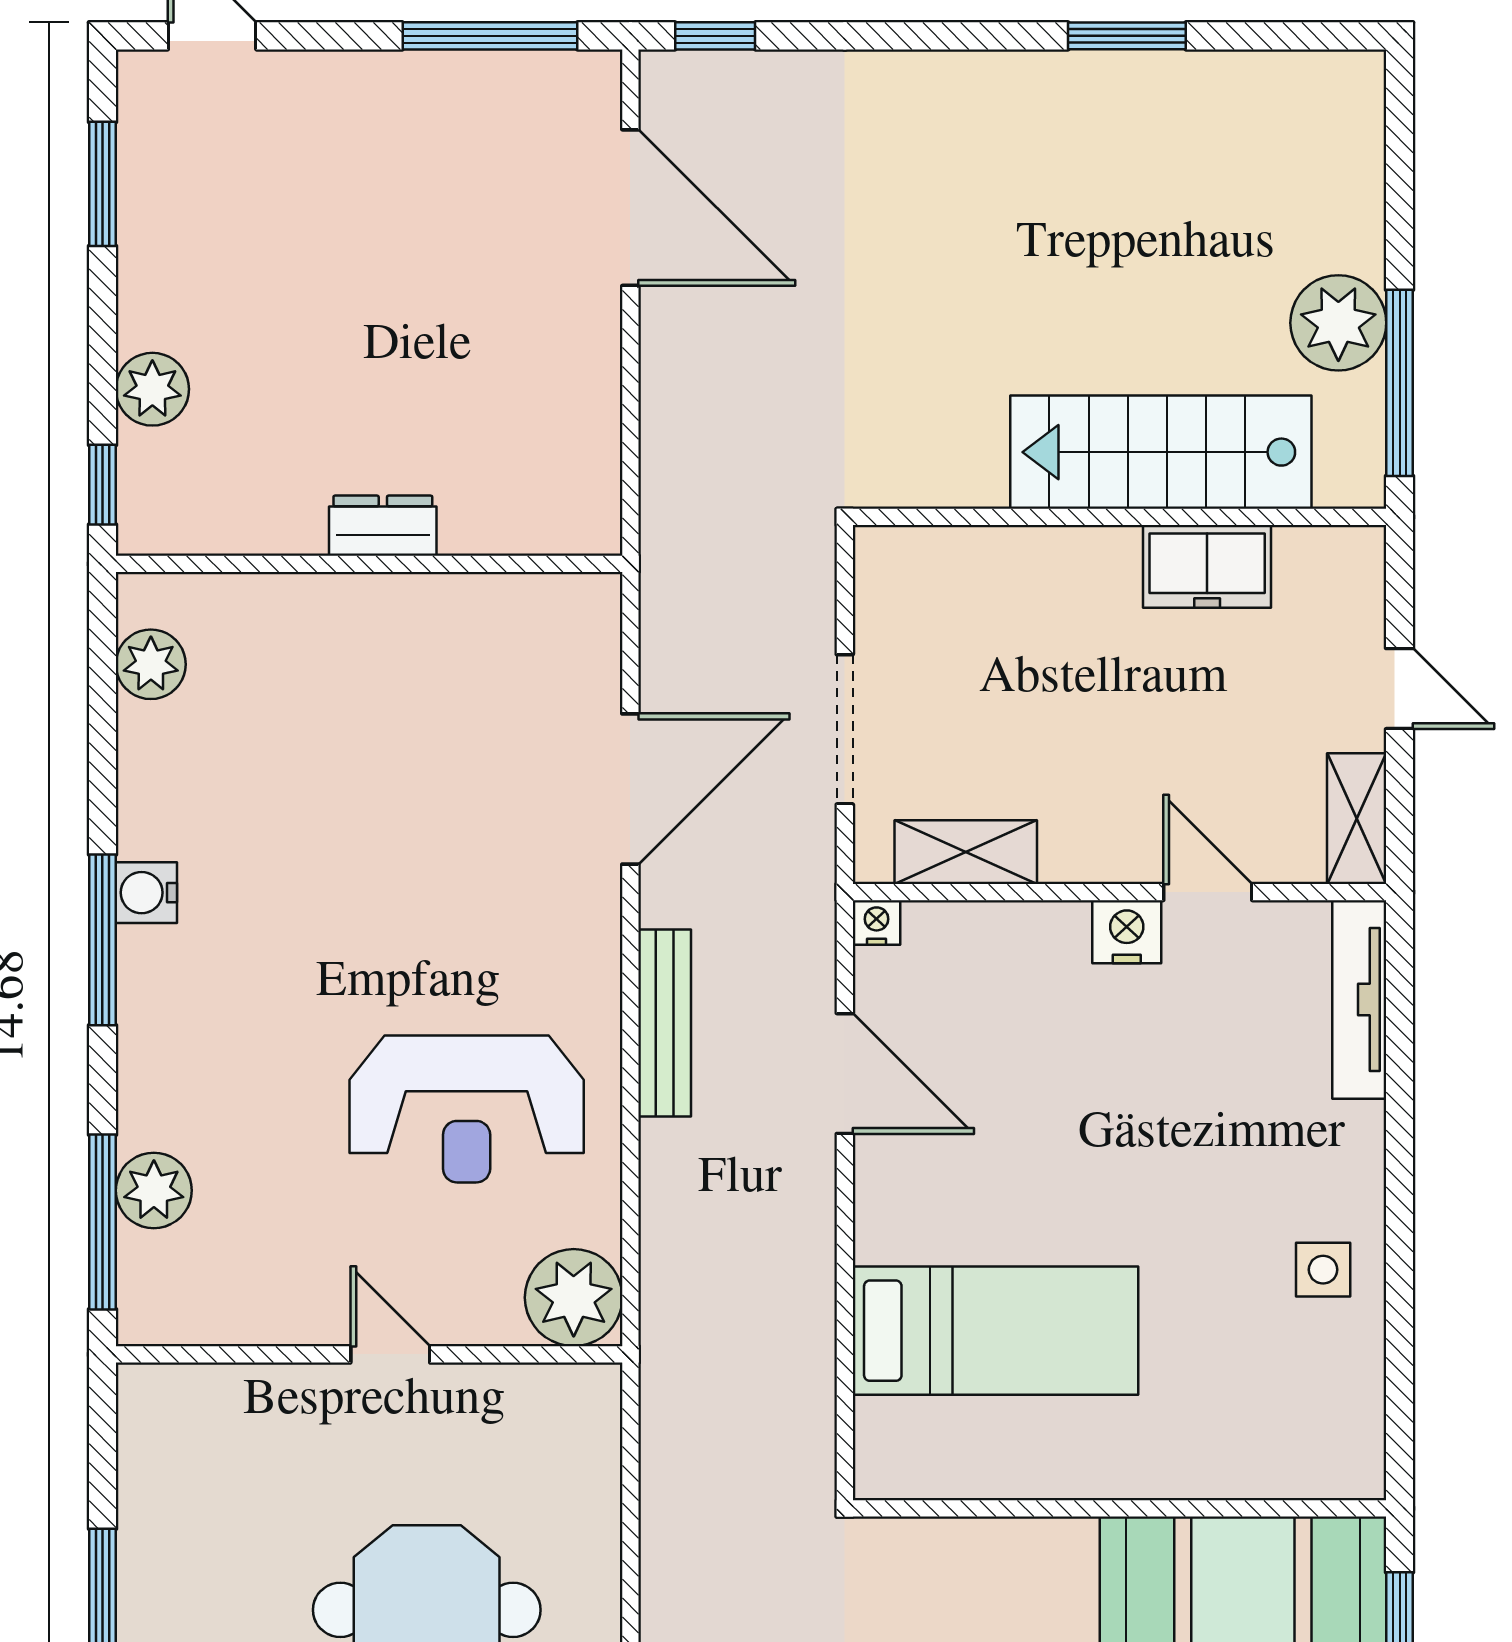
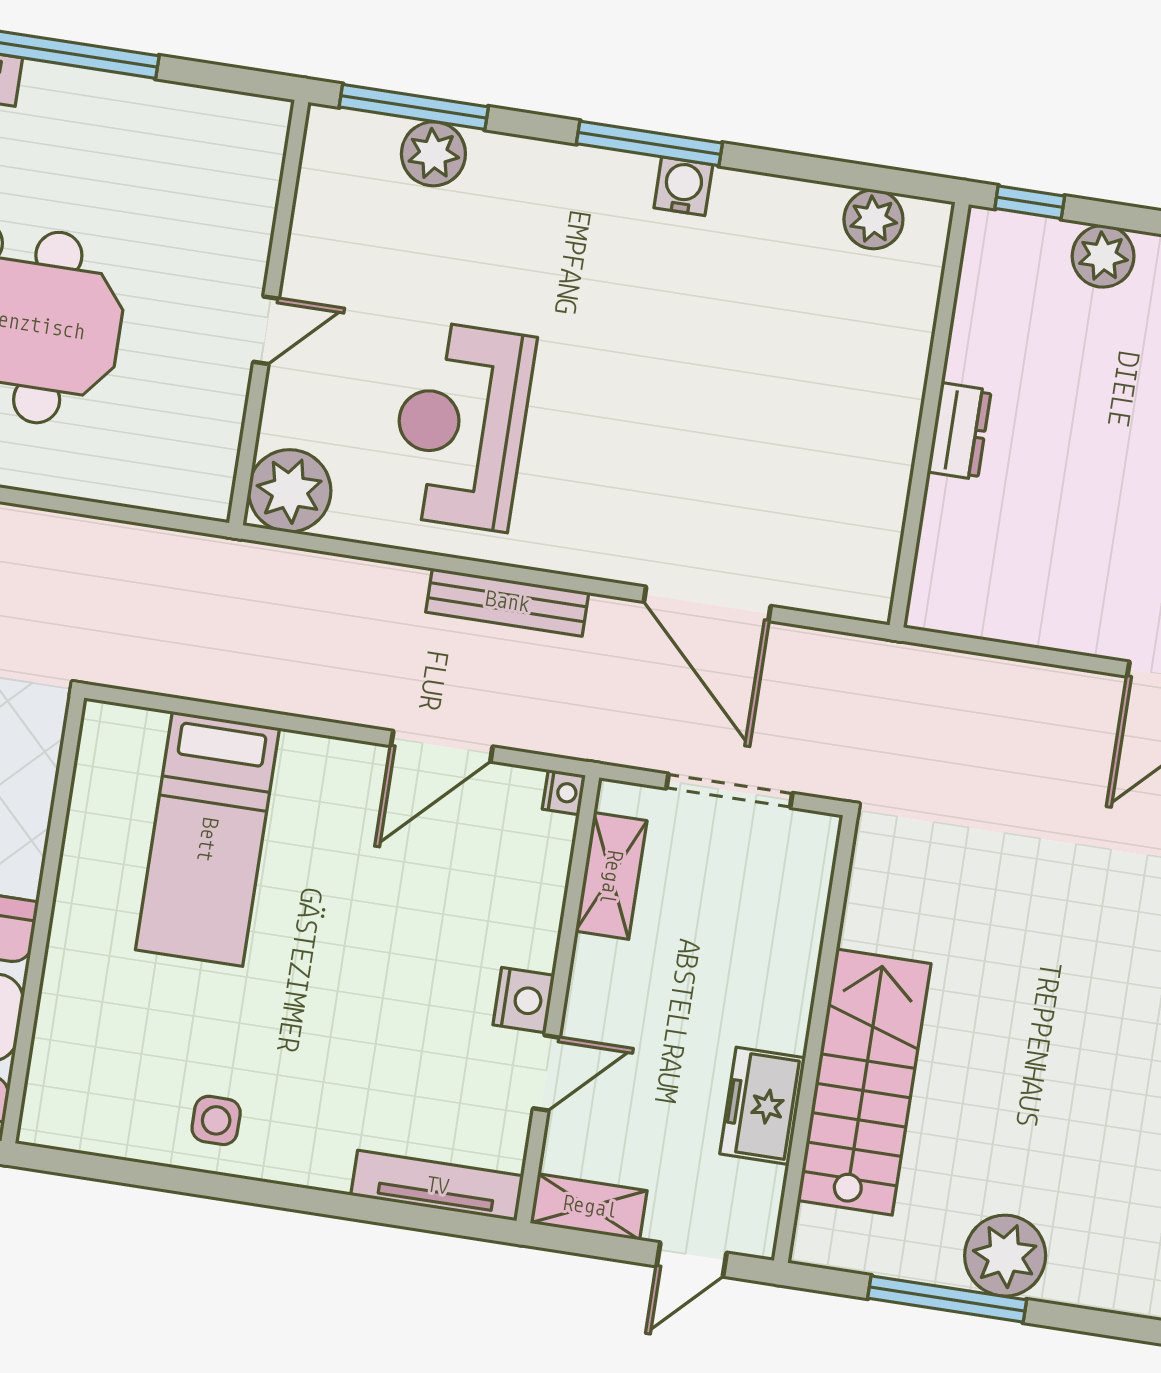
stairs: (1161, 452) -> (864, 1082), moved
wall: (1119, 517) -> (815, 1039), moved
freezer: (1207, 566) -> (763, 1106), moved

